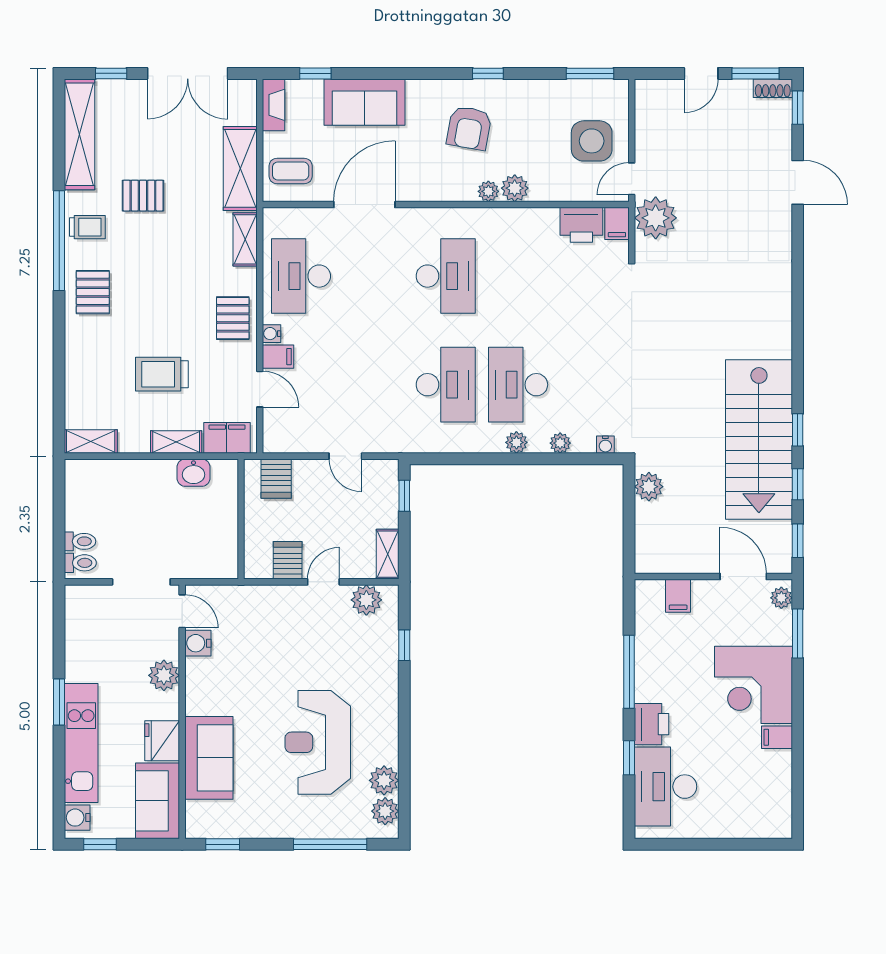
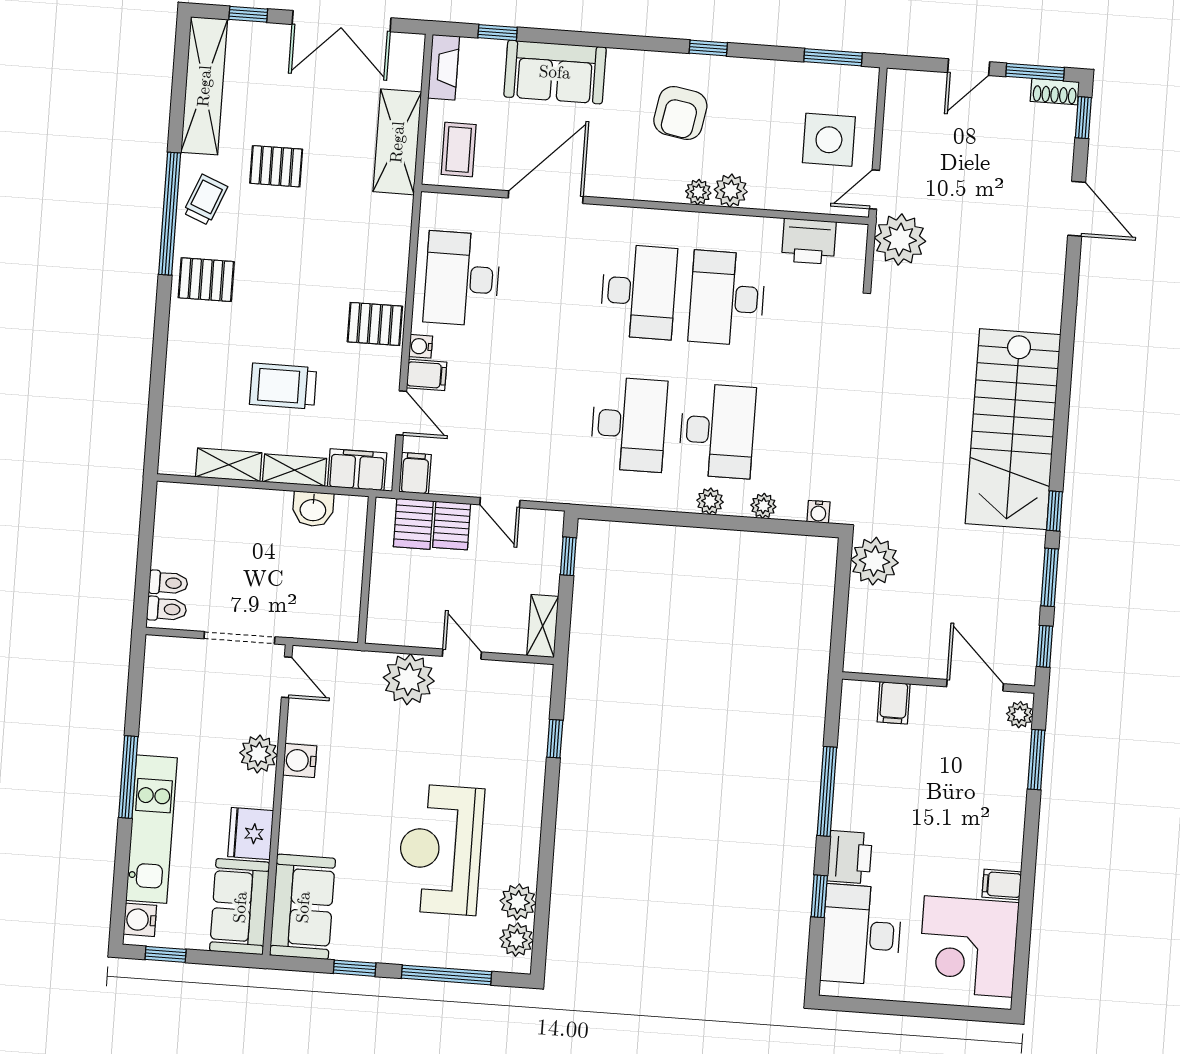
coffee table: (291, 171) -> (459, 149), turned 90
filing cabinet: (617, 223) -> (415, 473), moved, turned 180
trolley: (87, 227) -> (205, 200), turned -68
shelving: (245, 239) -> (397, 229), removed
desk: (518, 276) -> (727, 298), added
pallet: (93, 292) -> (206, 280), turned 90
pallet: (233, 318) -> (375, 324), turned 90
desk: (518, 385) -> (717, 431), turned 180
stairs: (759, 439) -> (1013, 429), moved
shelving: (91, 442) -> (229, 465), moved
window: (798, 484) -> (1050, 577), width x1.50
plant: (649, 487) -> (874, 561), width x1.36, depth x1.36
server rack: (288, 560) -> (452, 525), moved, turned 180
door: (323, 582) -> (462, 654), hinge flipped
plant: (366, 600) -> (409, 679), moved, width x1.36, depth x1.36
water cooler: (198, 643) -> (300, 761), moved
corner desk: (753, 685) -> (968, 946), moved
window: (59, 702) -> (128, 777), width x1.44
sofa: (209, 758) -> (303, 907), moved
window: (223, 844) -> (355, 968), moved

